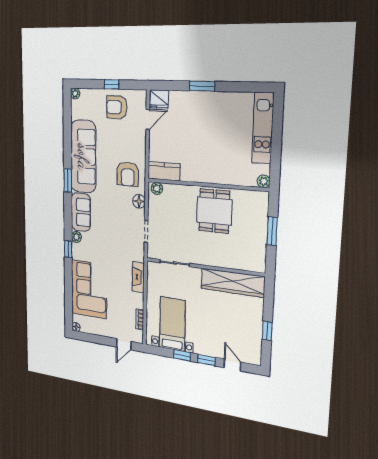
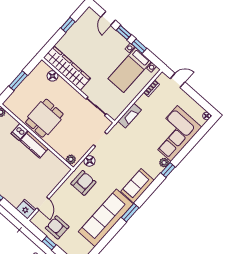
armchair: (117, 107) -> (57, 227), turned 180
door: (148, 120) -> (43, 204), swing flipped
kitchen counter: (164, 171) -> (34, 145), moved
dishwasher: (228, 176) -> (19, 132), added
plant: (76, 237) -> (164, 163), moved
floor lamp: (241, 263) -> (52, 76), added

